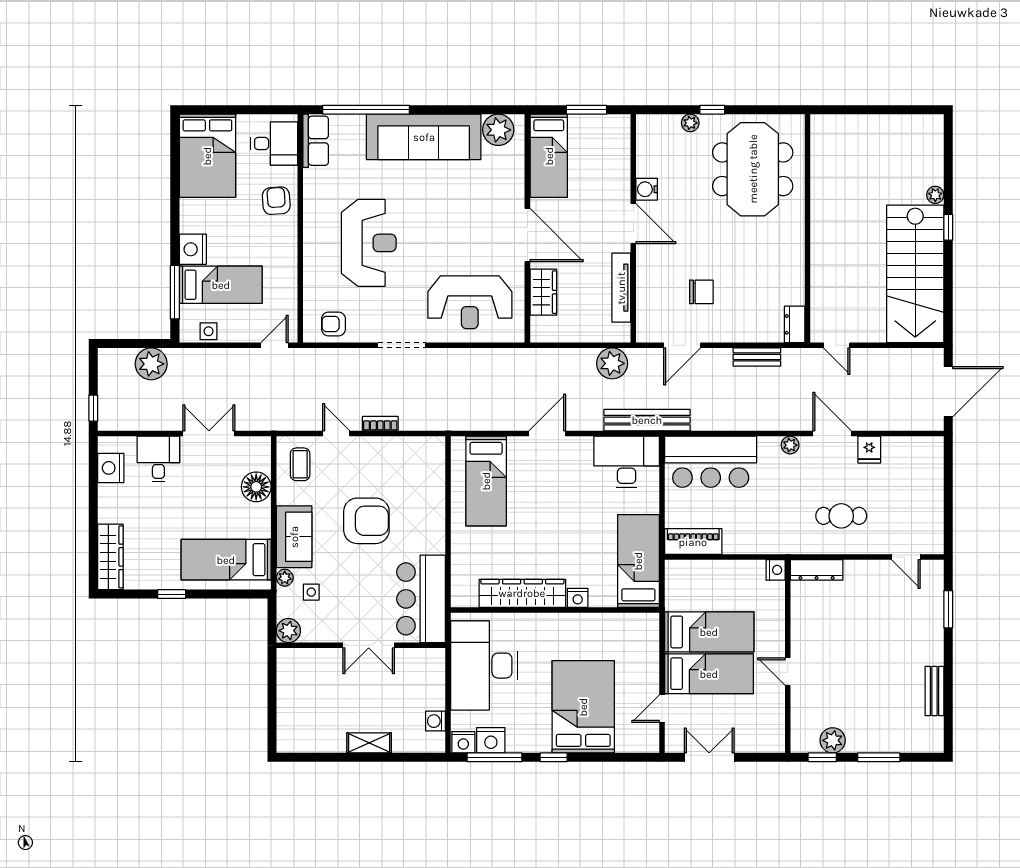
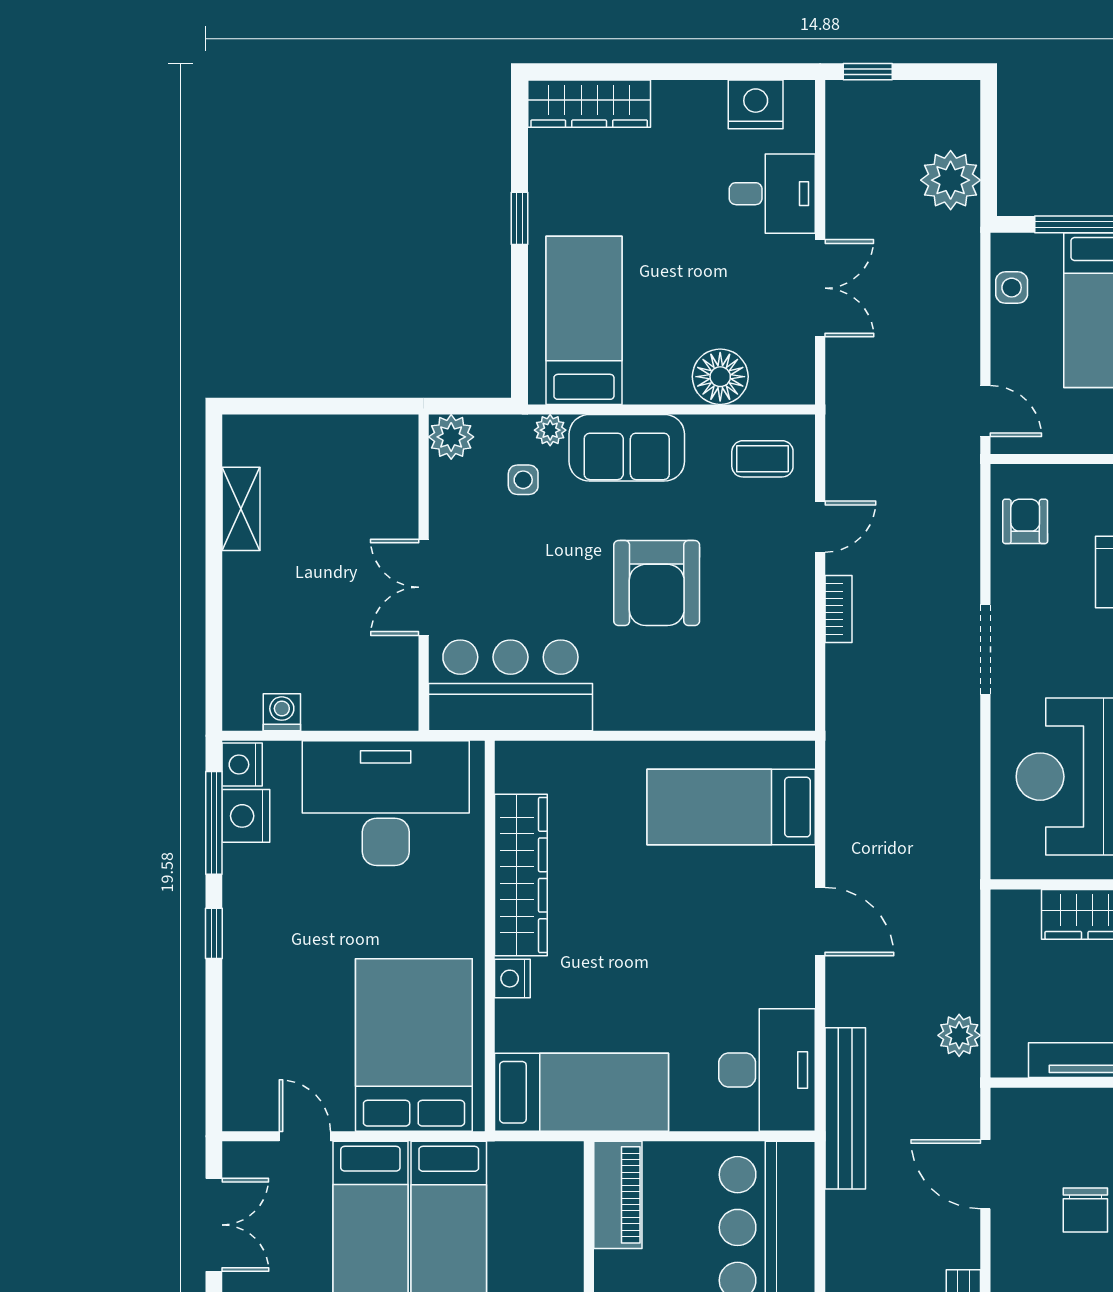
plant: (612, 363) -> (959, 1035), width x0.73, depth x0.73
bed: (583, 707) -> (414, 1045), moved, turned -90
shelving: (369, 743) -> (241, 509), moved

